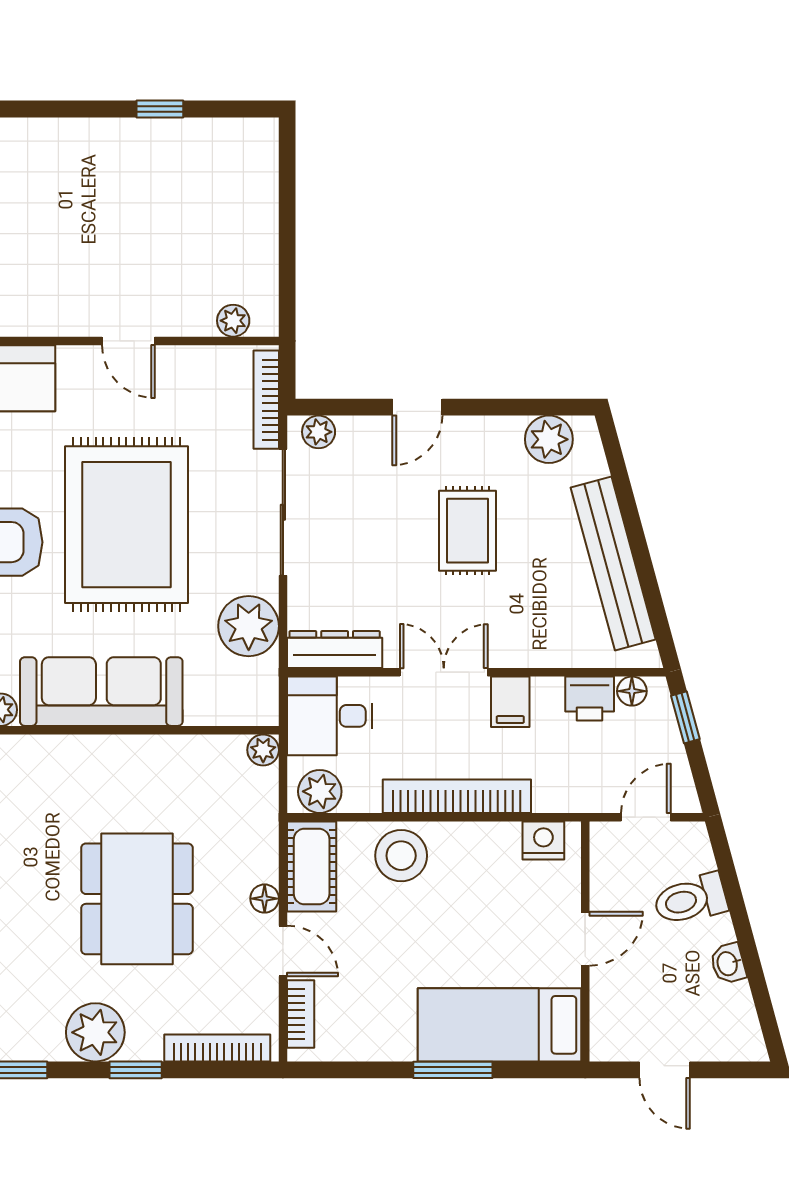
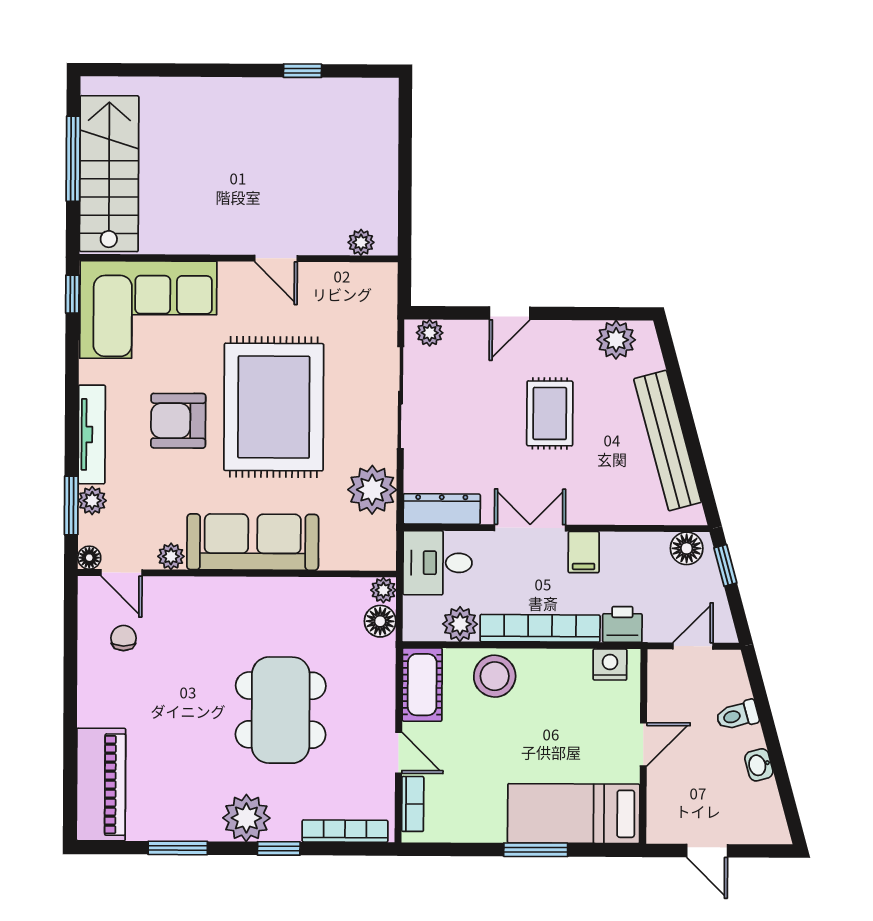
bookcase: (266, 400) -> (387, 306), removed
floor lamp: (632, 691) -> (687, 548), width x1.37, depth x1.37
printer: (590, 698) -> (622, 624), moved, turned 180
plant: (320, 791) -> (460, 624), moved
floor lamp: (265, 899) -> (380, 621), moved, width x1.37, depth x1.37
toilet: (690, 899) -> (737, 715), width x0.73, depth x0.72

